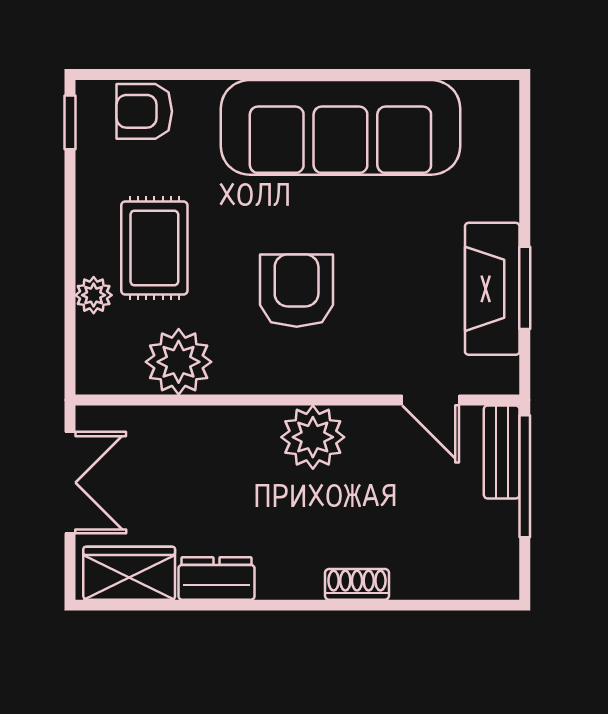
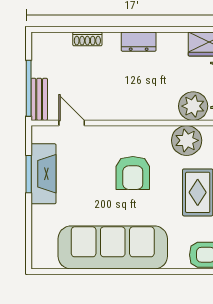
plant: (313, 437) -> (193, 106), moved
dresser: (216, 578) -> (139, 42), moved
shoe rack: (357, 584) -> (87, 39), moved

